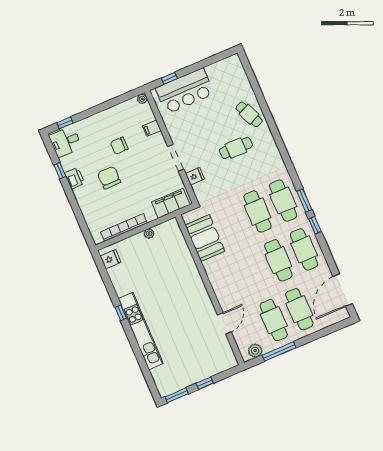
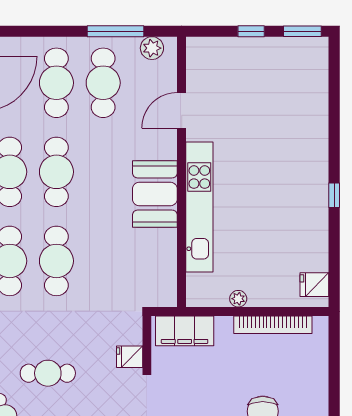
booth: (205, 238) -> (155, 194), moved
kitchen unit: (141, 331) -> (199, 207), moved, turned 180

